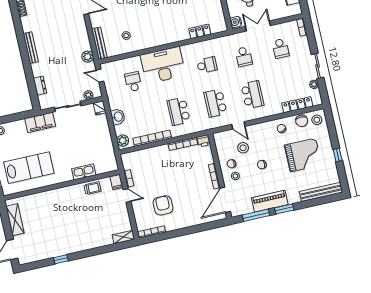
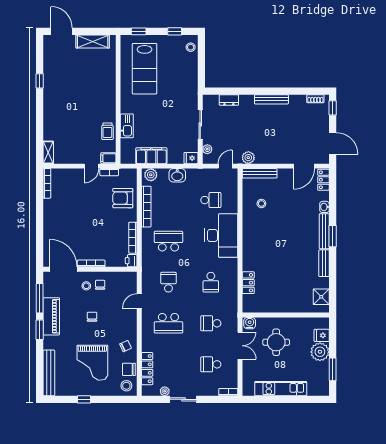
school desk: (215, 103) -> (168, 282), width x0.54
filing cabinet: (40, 122) -> (151, 156), moved, turned 90
stool: (243, 148) -> (114, 301), removed
armchair: (163, 205) -> (123, 198), moved, turned 180

